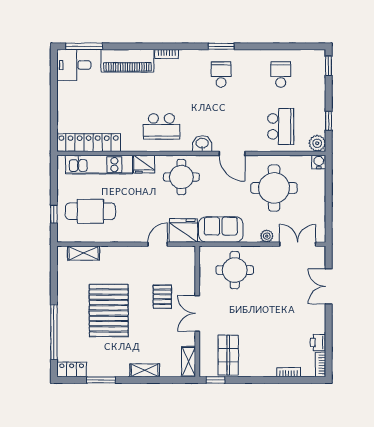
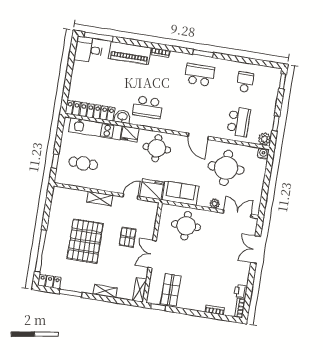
school desk: (221, 75) -> (200, 75), width x1.85
washbasin: (202, 144) -> (122, 117), moved
cafe table: (90, 211) -> (83, 163), width x0.73, depth x0.74
shelving: (84, 253) -> (100, 199), moved

